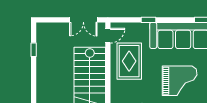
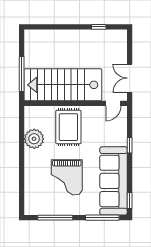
door: (108, 36) -> (113, 103), hinge flipped
rug: (129, 61) -> (68, 127), moved, turned 90

